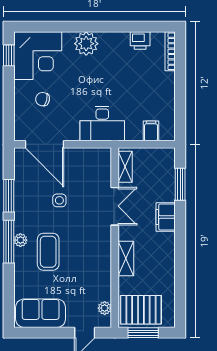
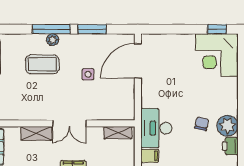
plant: (86, 44) -> (227, 126), moved
chair: (43, 99) -> (202, 124), moved
desk: (102, 124) -> (156, 128), moved
double door: (115, 206) -> (69, 123), moved

